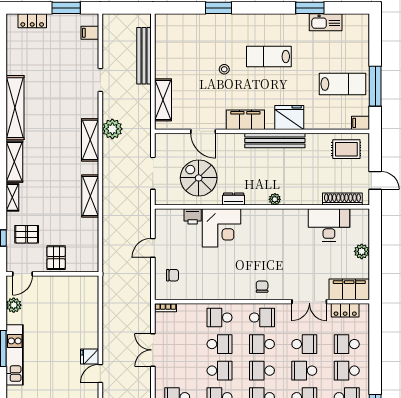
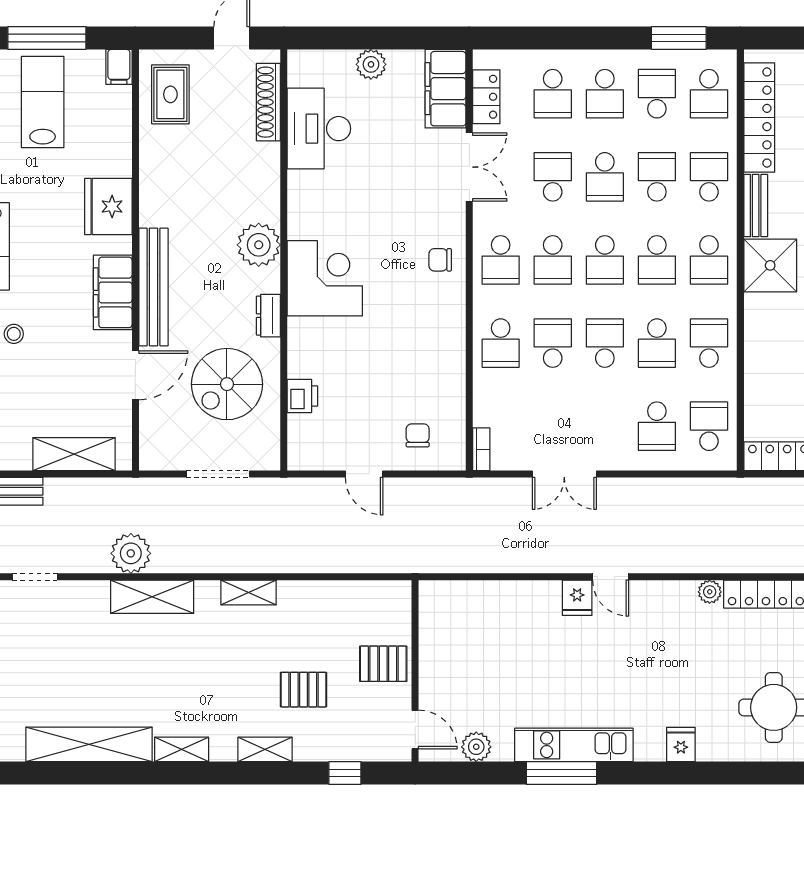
bench: (275, 140) -> (153, 287), moved
shelving: (14, 162) -> (182, 749), width x0.67, depth x0.75
shelving: (90, 196) -> (249, 593), width x0.67, depth x0.75
plant: (275, 199) -> (259, 245), width x1.88, depth x1.88
corner desk: (221, 228) -> (325, 278), moved
pallet: (27, 234) -> (304, 690), moved, turned 90
school desk: (262, 317) -> (501, 260), turned 180

